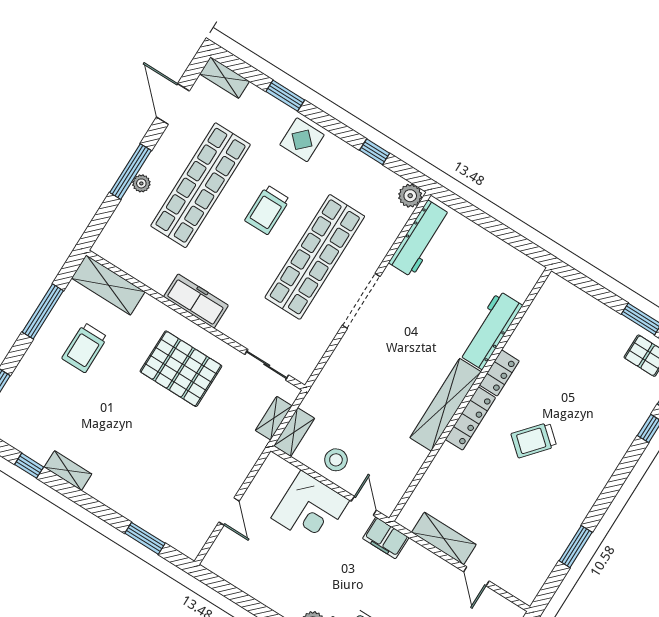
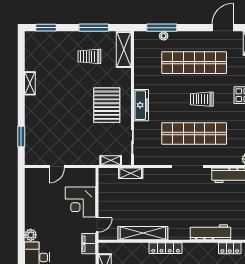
window: (130, 172) -> (162, 28), moved
plant: (141, 183) -> (164, 36), moved
freezer: (196, 301) -> (141, 105), moved
locker: (499, 373) -> (230, 248), moved
shelving: (446, 405) -> (143, 233), moved
shelving: (294, 432) -> (131, 173), moved
stool: (336, 460) -> (110, 200), removed
window: (29, 466) -> (21, 65), removed

